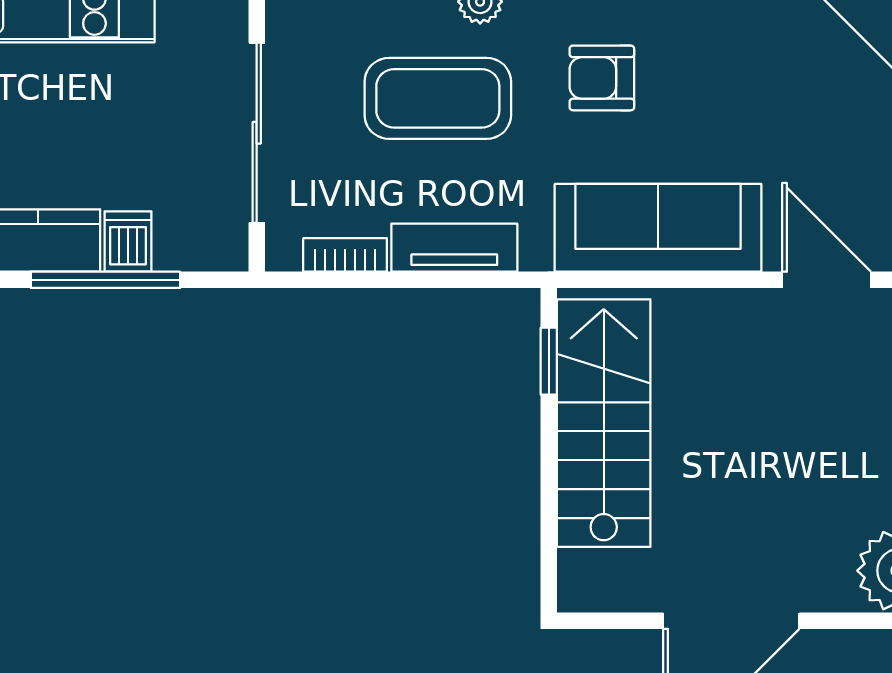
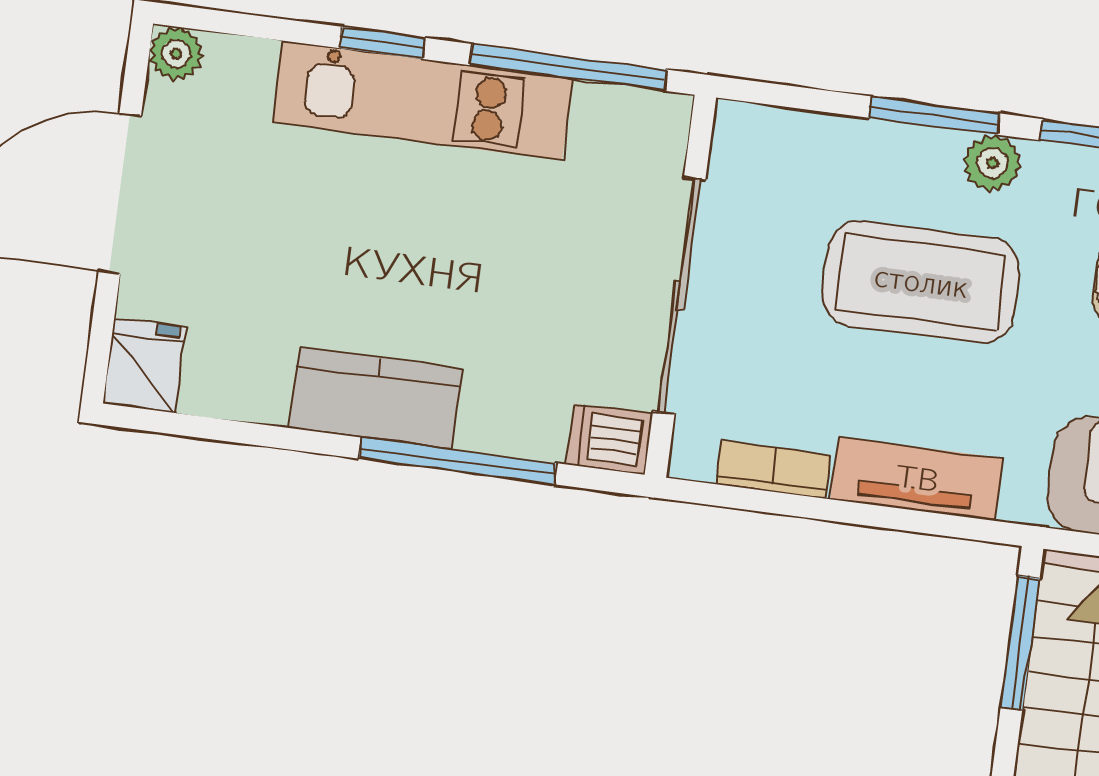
dishwasher: (128, 242) -> (610, 439), moved, turned -90
window: (549, 361) -> (1020, 643), width x1.50

